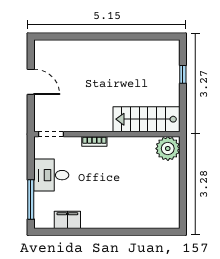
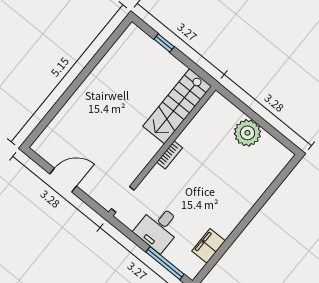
bookcase: (94, 141) -> (169, 155), moved
plant: (168, 149) -> (247, 133), moved

